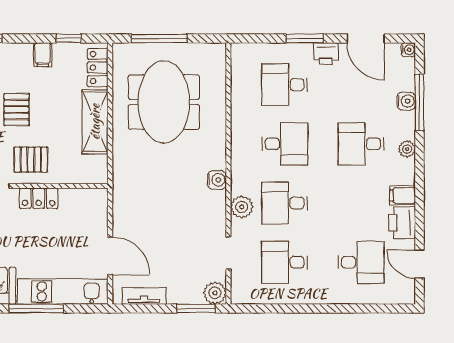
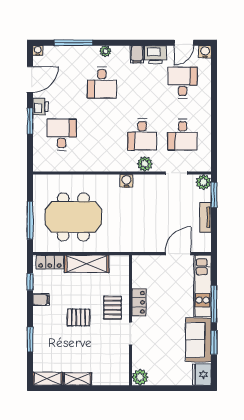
desk: (285, 85) -> (62, 135), turned 180
water cooler: (406, 101) -> (205, 52), moved
desk: (285, 144) -> (102, 135), removed
tv unit: (144, 296) -> (206, 217), moved

